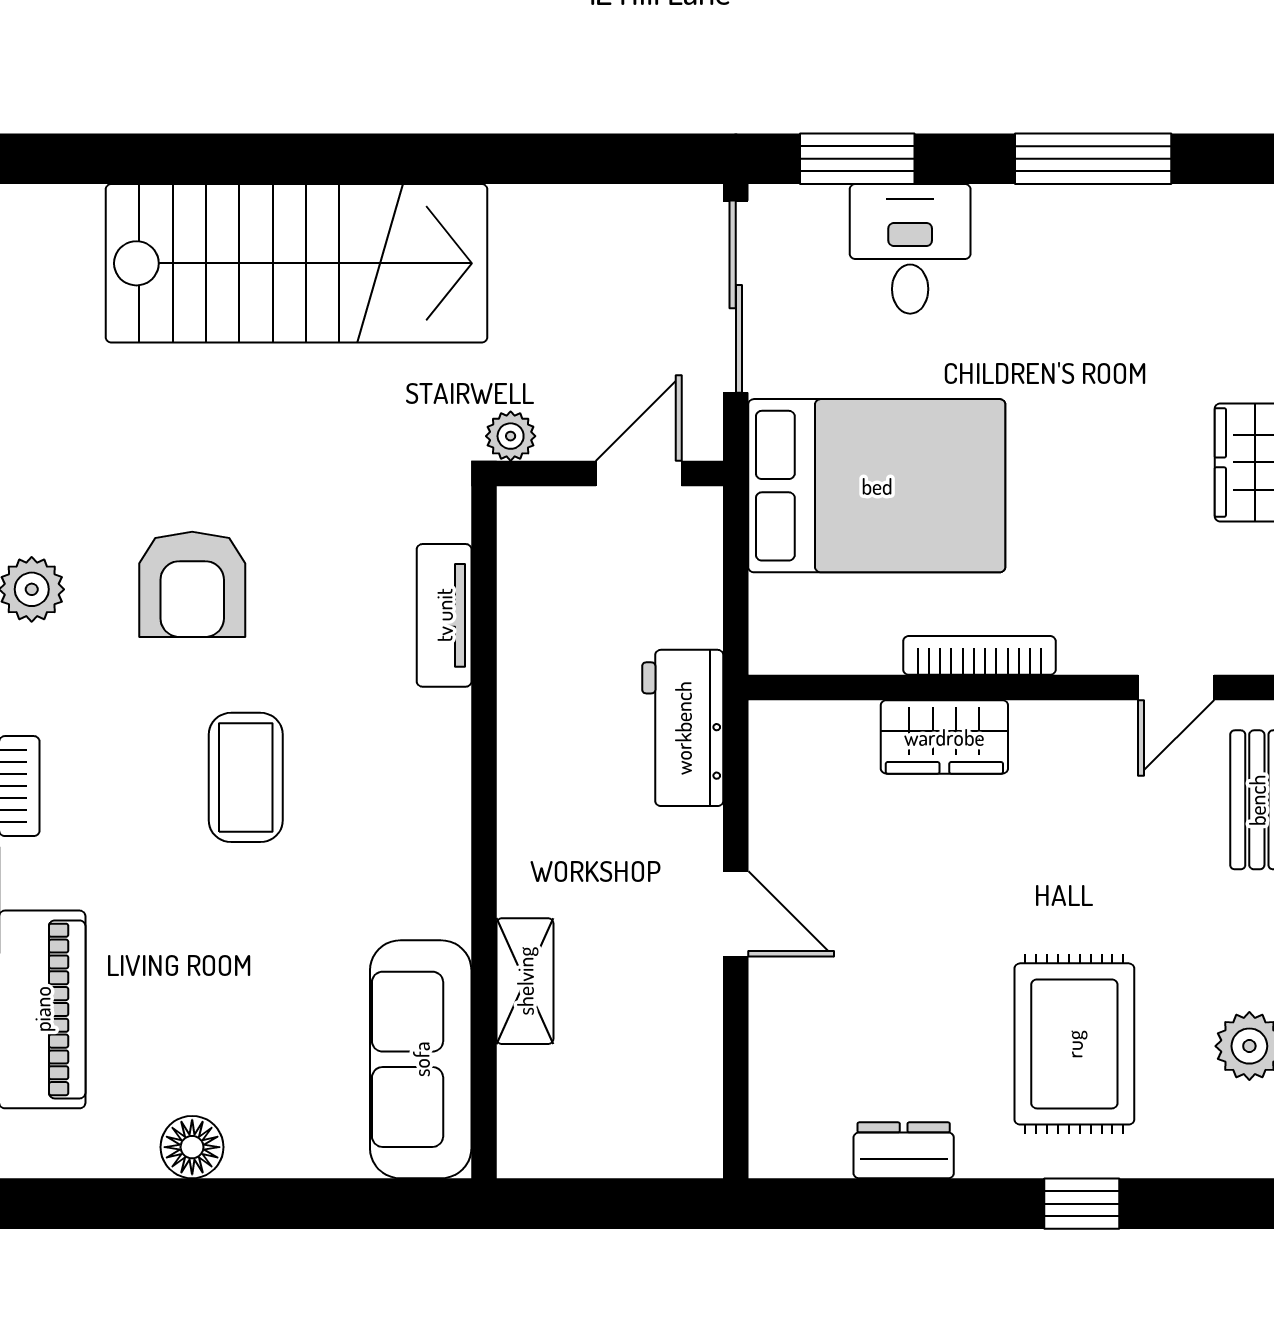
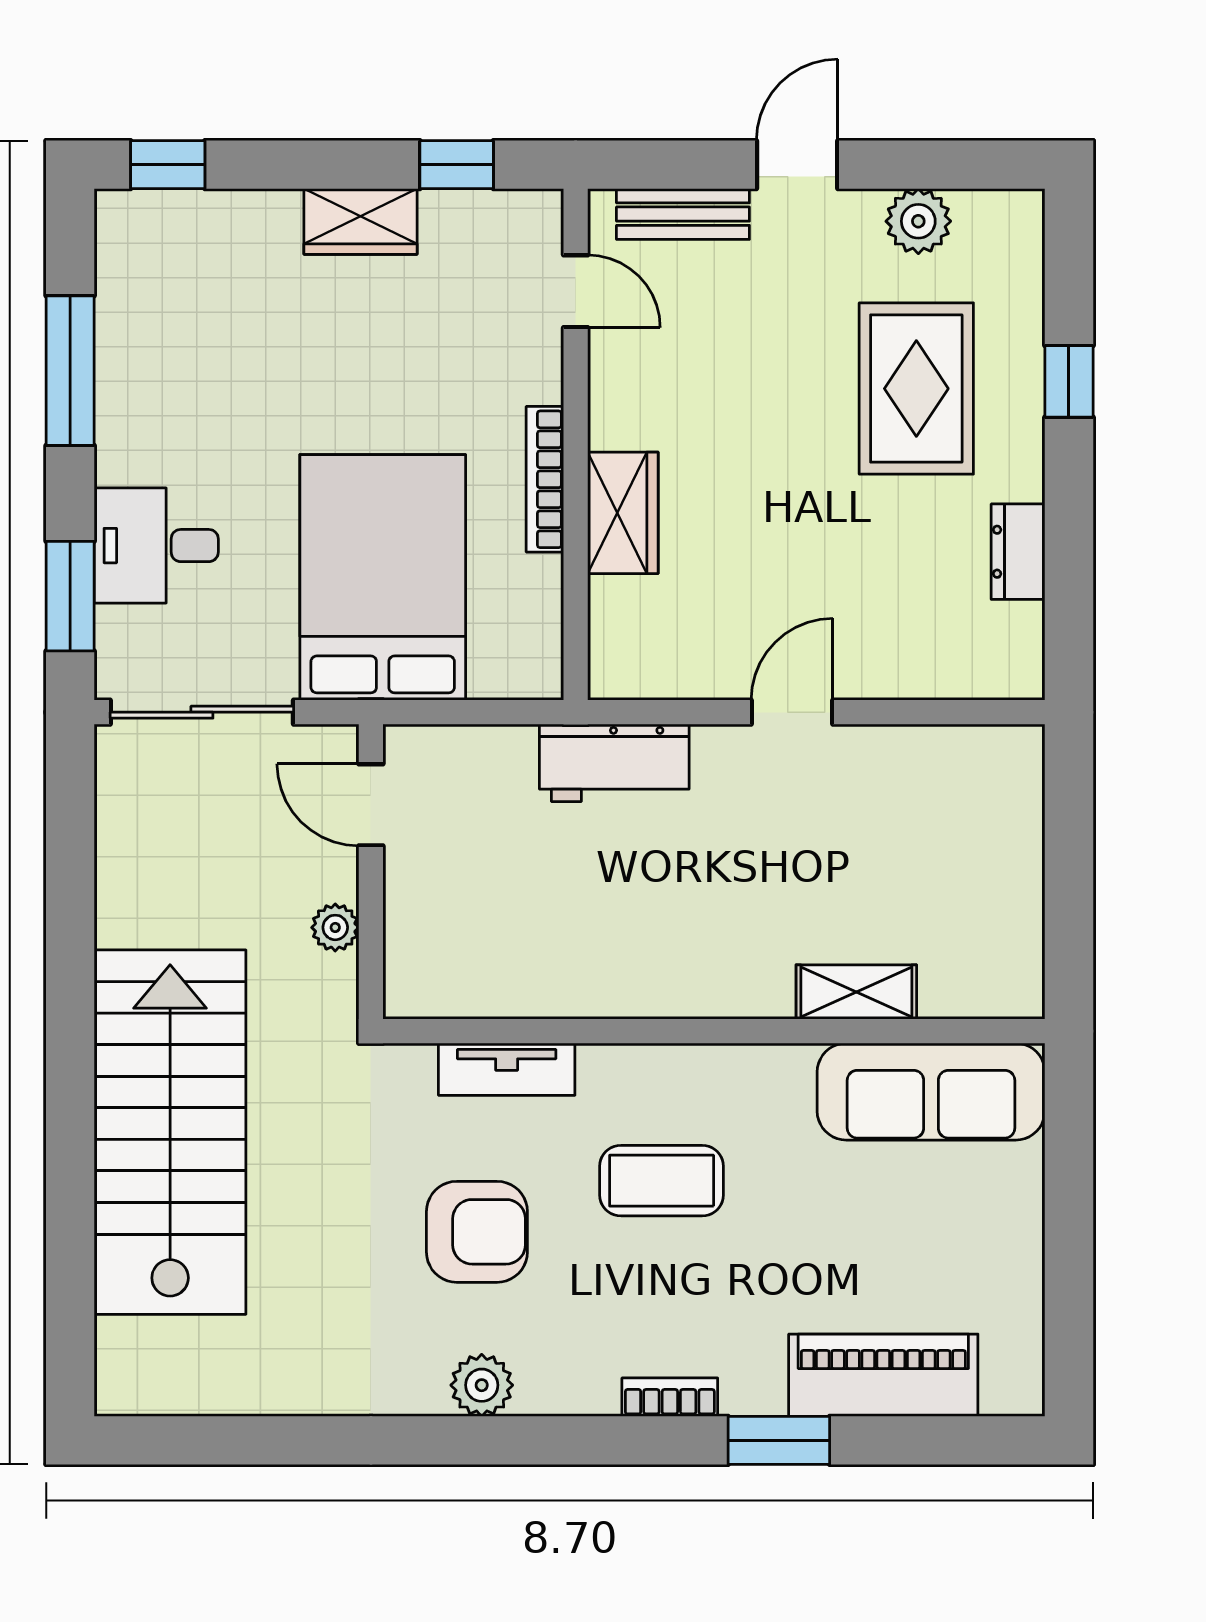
tv unit: (444, 615) -> (507, 1069), moved
wall: (484, 832) -> (714, 1031), moved
shelving: (525, 981) -> (856, 992), moved
rug: (1074, 1044) -> (916, 389), turned 90
sofa: (421, 1059) -> (931, 1092), moved
floor lamp: (192, 1147) -> (1015, 1232), removed

